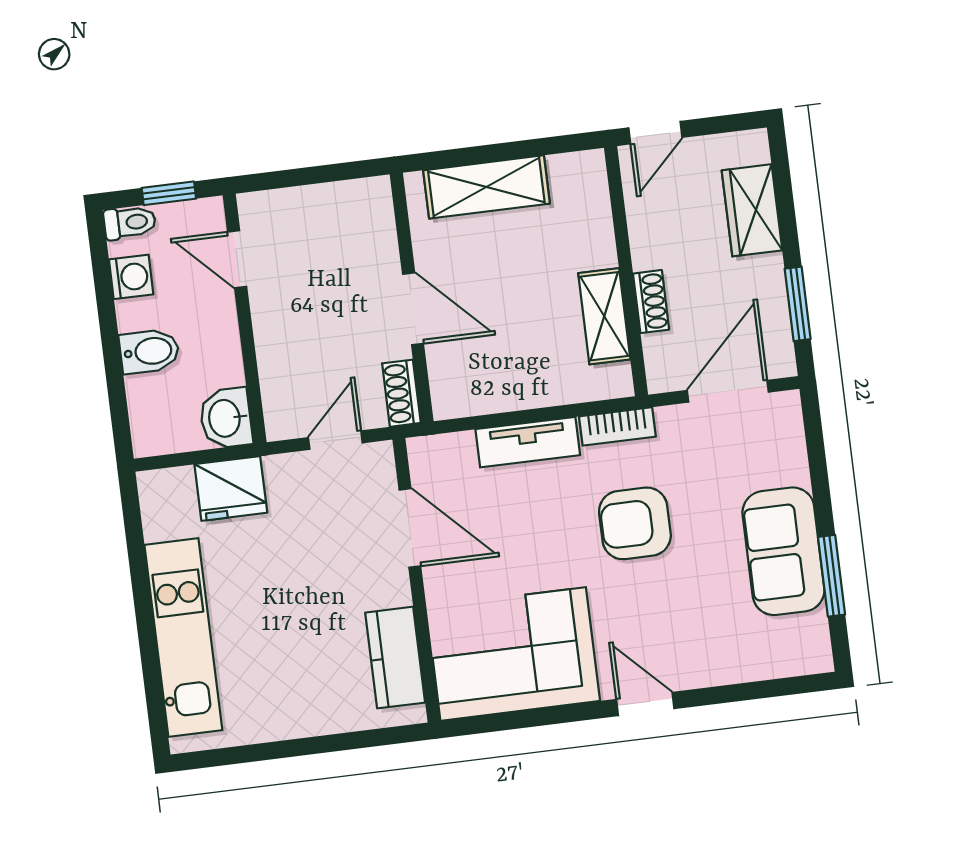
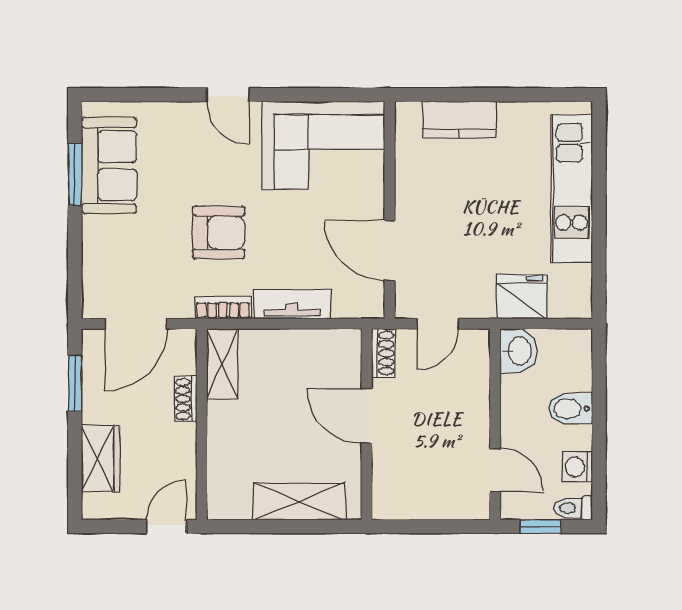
shelving: (604, 316) -> (222, 364), moved
sofa: (783, 551) -> (109, 166), moved
kitchen counter: (395, 658) -> (459, 120), moved, turned 90

